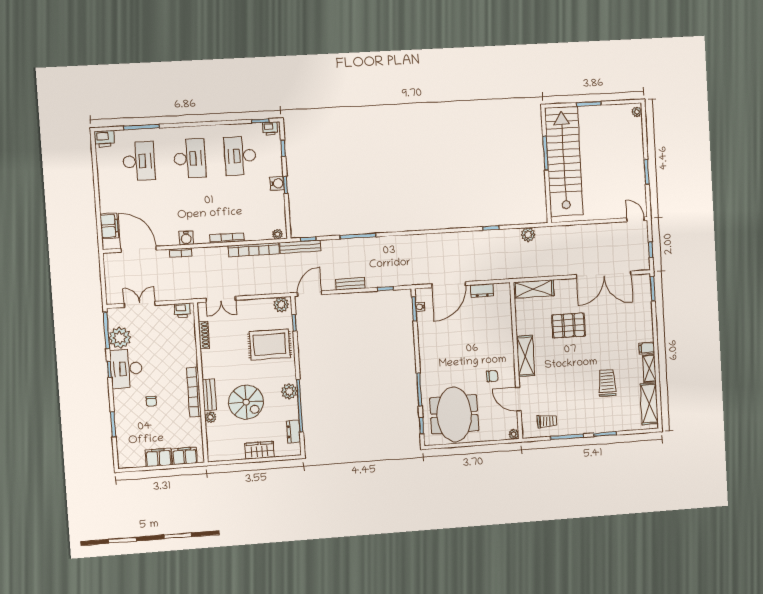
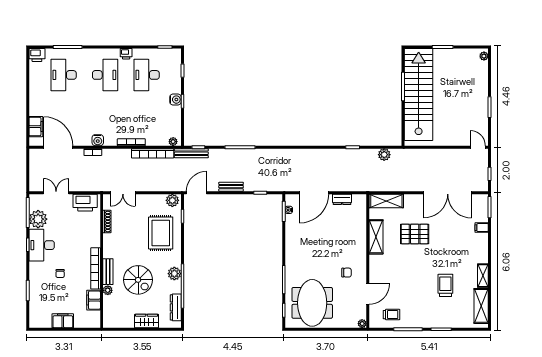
printer: (270, 128) -> (126, 54), moved
desk: (139, 161) -> (64, 75), turned 180
printer: (182, 310) -> (85, 203), width x1.87, depth x1.48
rug: (270, 344) -> (161, 233), turned 90
filing cabinet: (647, 348) -> (482, 228), moved
shelving: (525, 356) -> (376, 237), moved
door: (518, 399) -> (368, 294), swing flipped
dresser: (293, 432) -> (176, 307), width x1.44
filing cabinet: (185, 456) -> (94, 300), moved, turned -90

